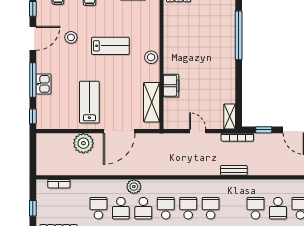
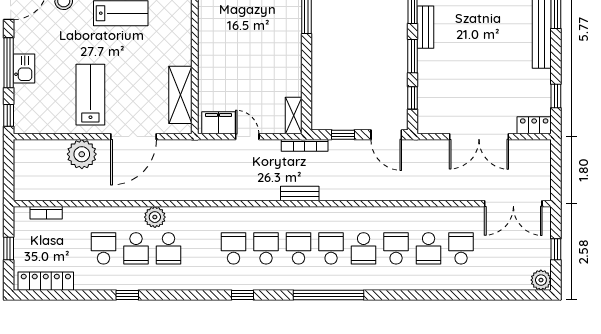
stool: (151, 57) -> (180, 30), removed
filing cabinet: (171, 86) -> (219, 123), moved, turned -90
school desk: (166, 208) -> (299, 248), moved

